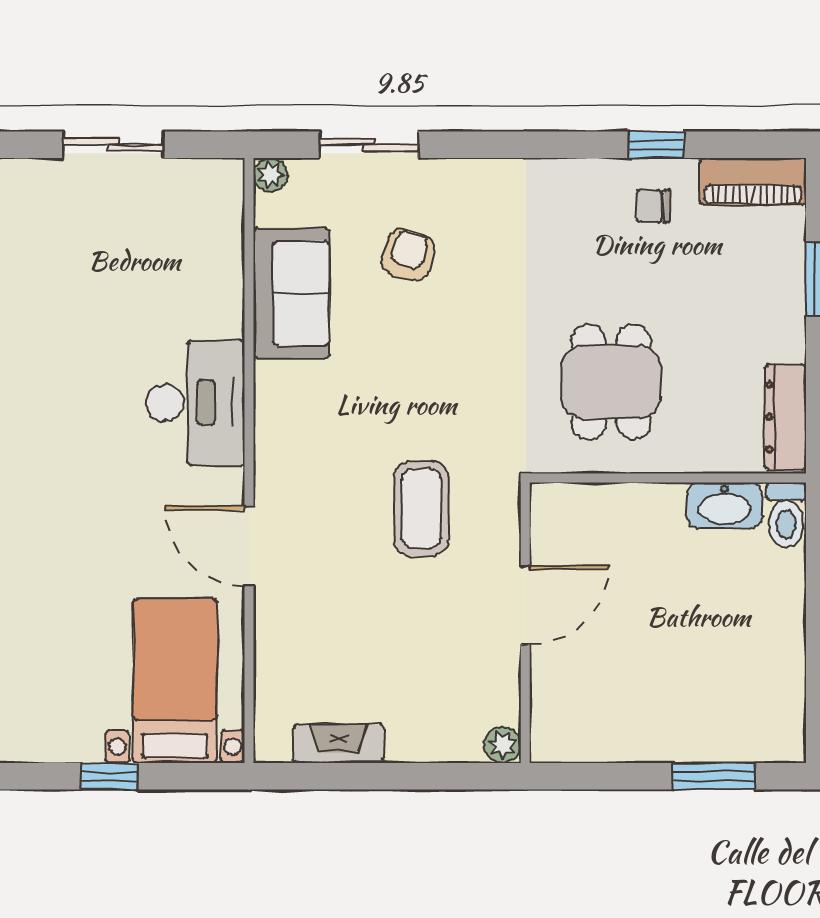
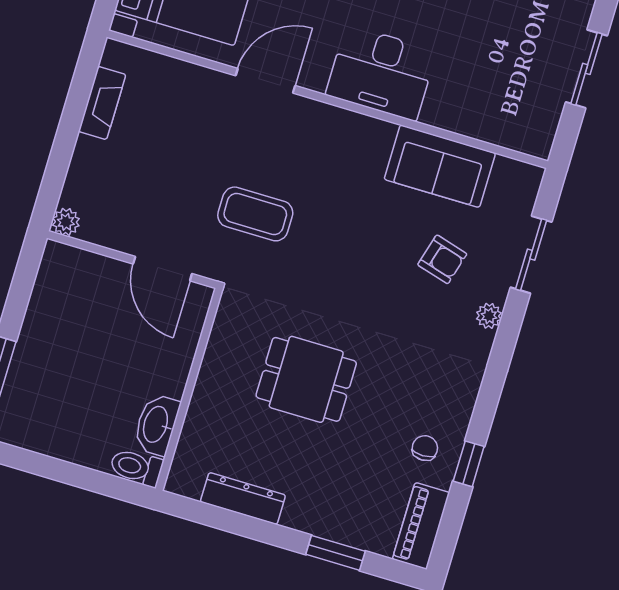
plant: (270, 175) -> (489, 316), moved
wall: (668, 478) -> (189, 389), moved
washbasin: (725, 506) -> (157, 425), moved
toilet: (786, 515) -> (136, 467), moved

